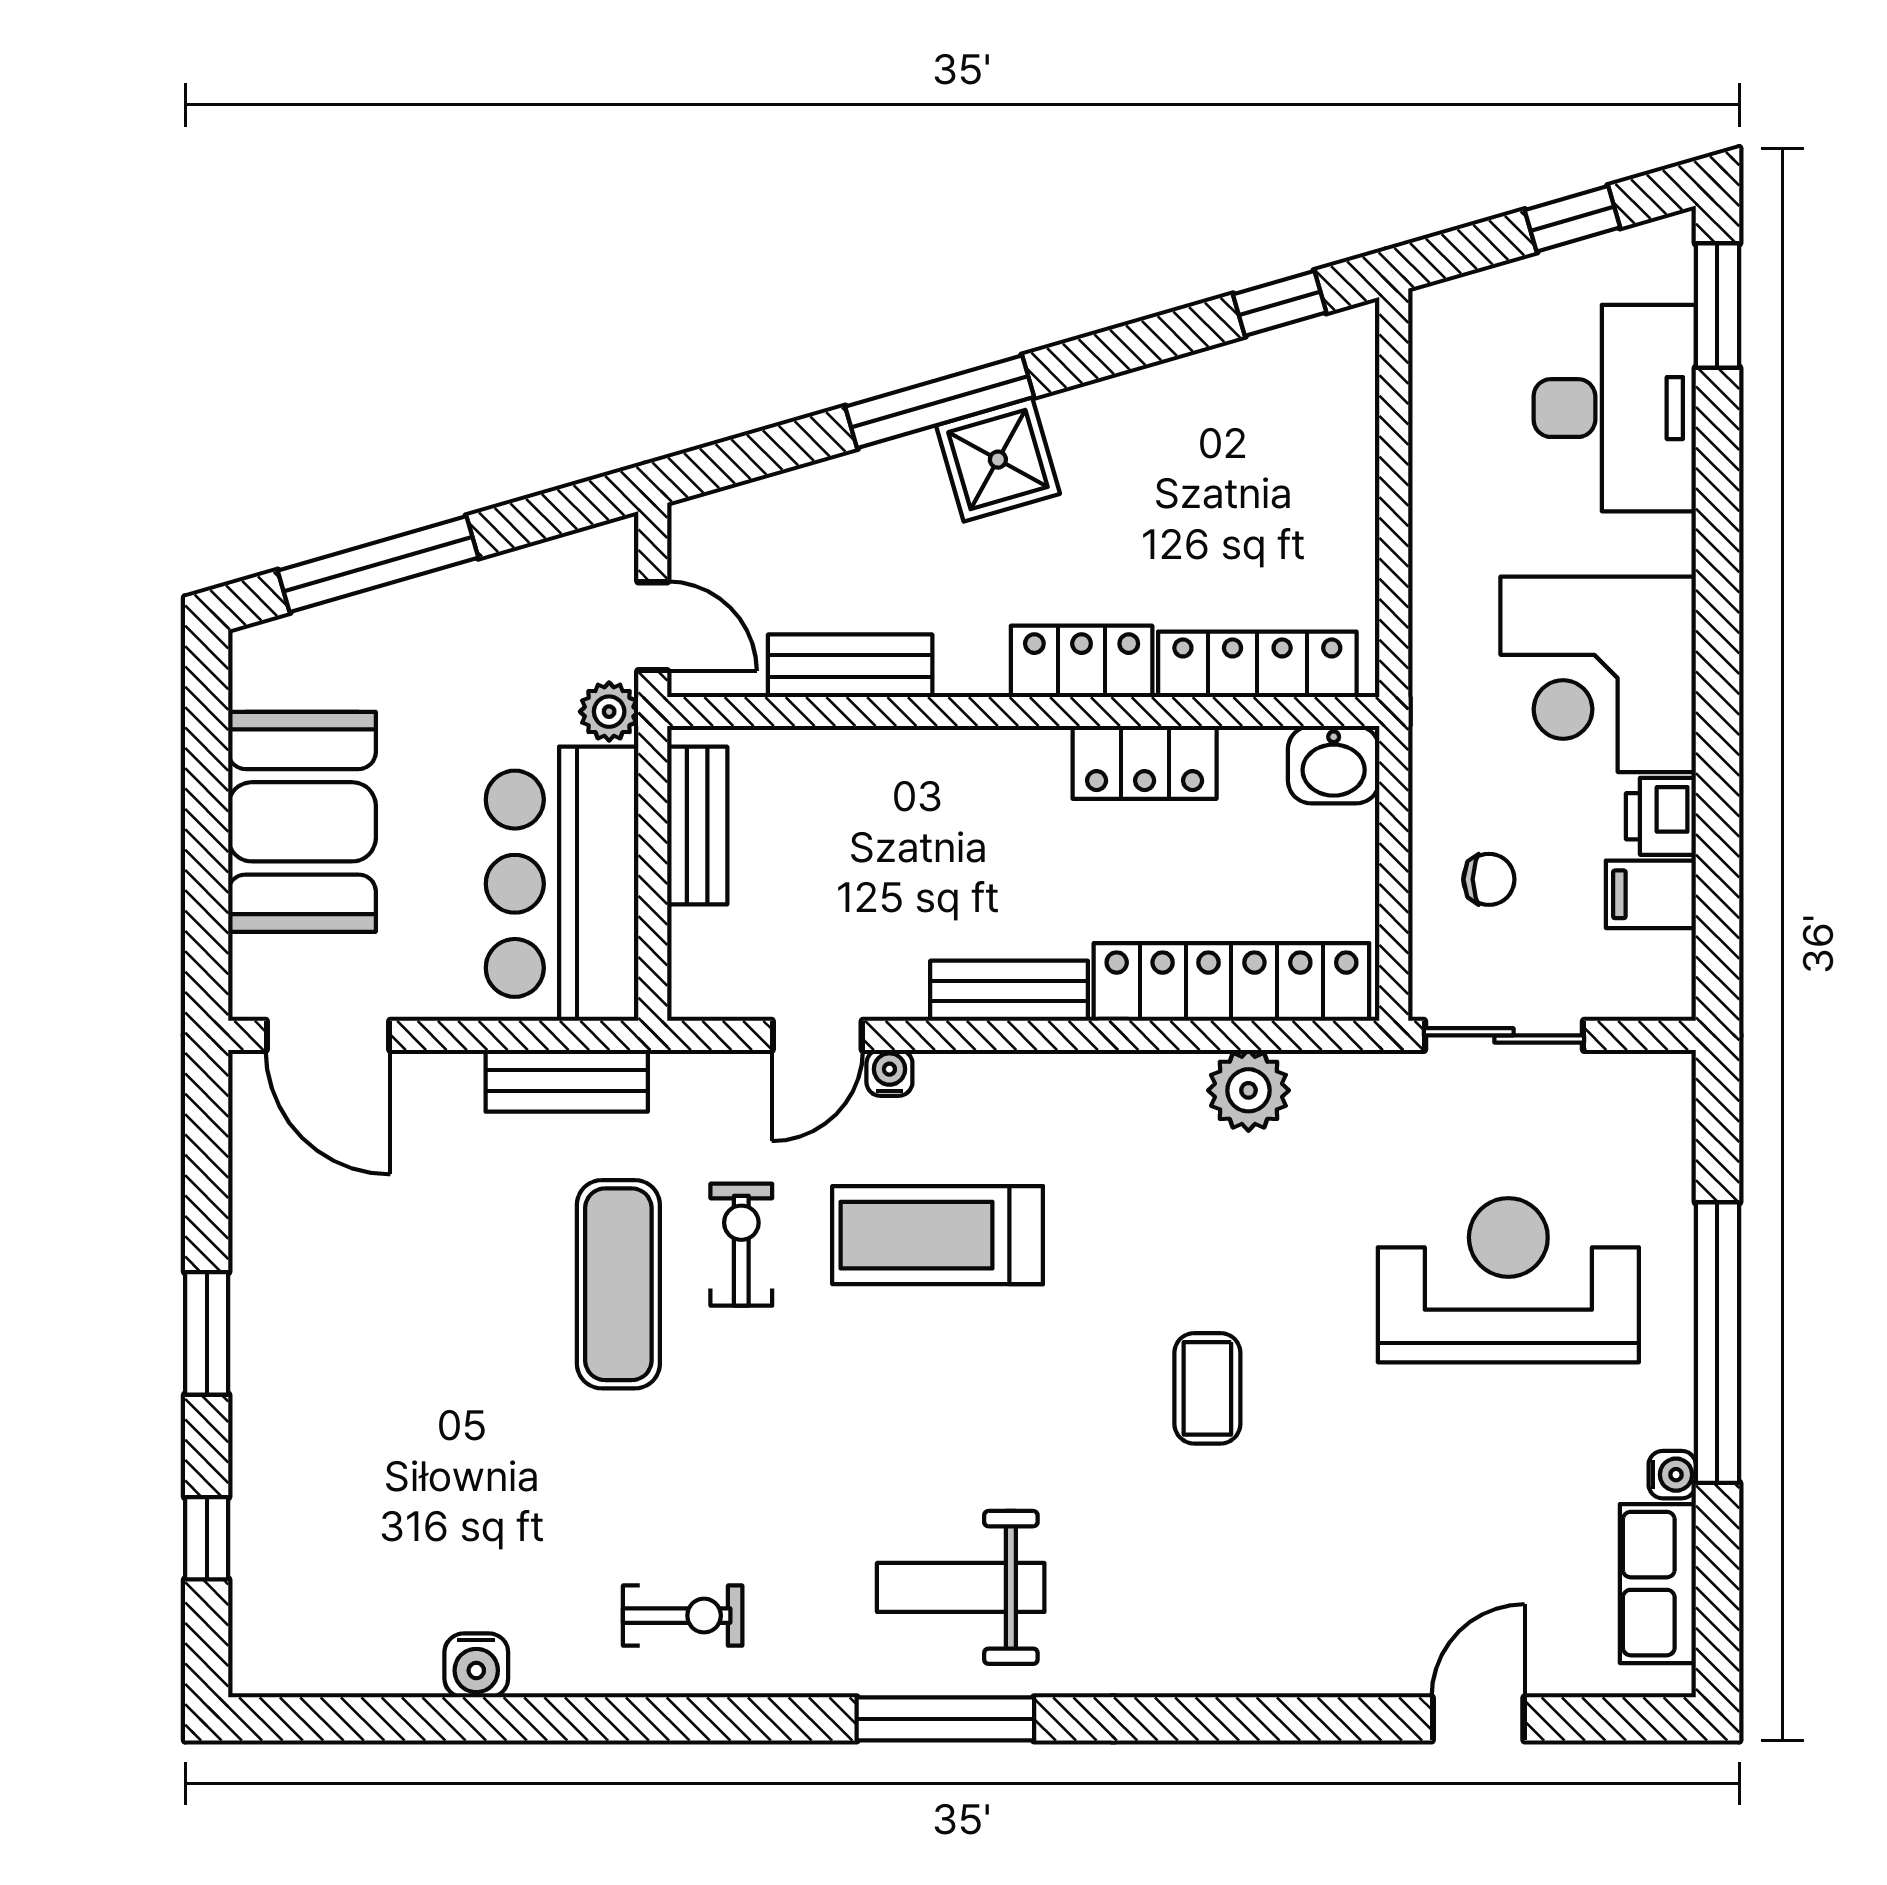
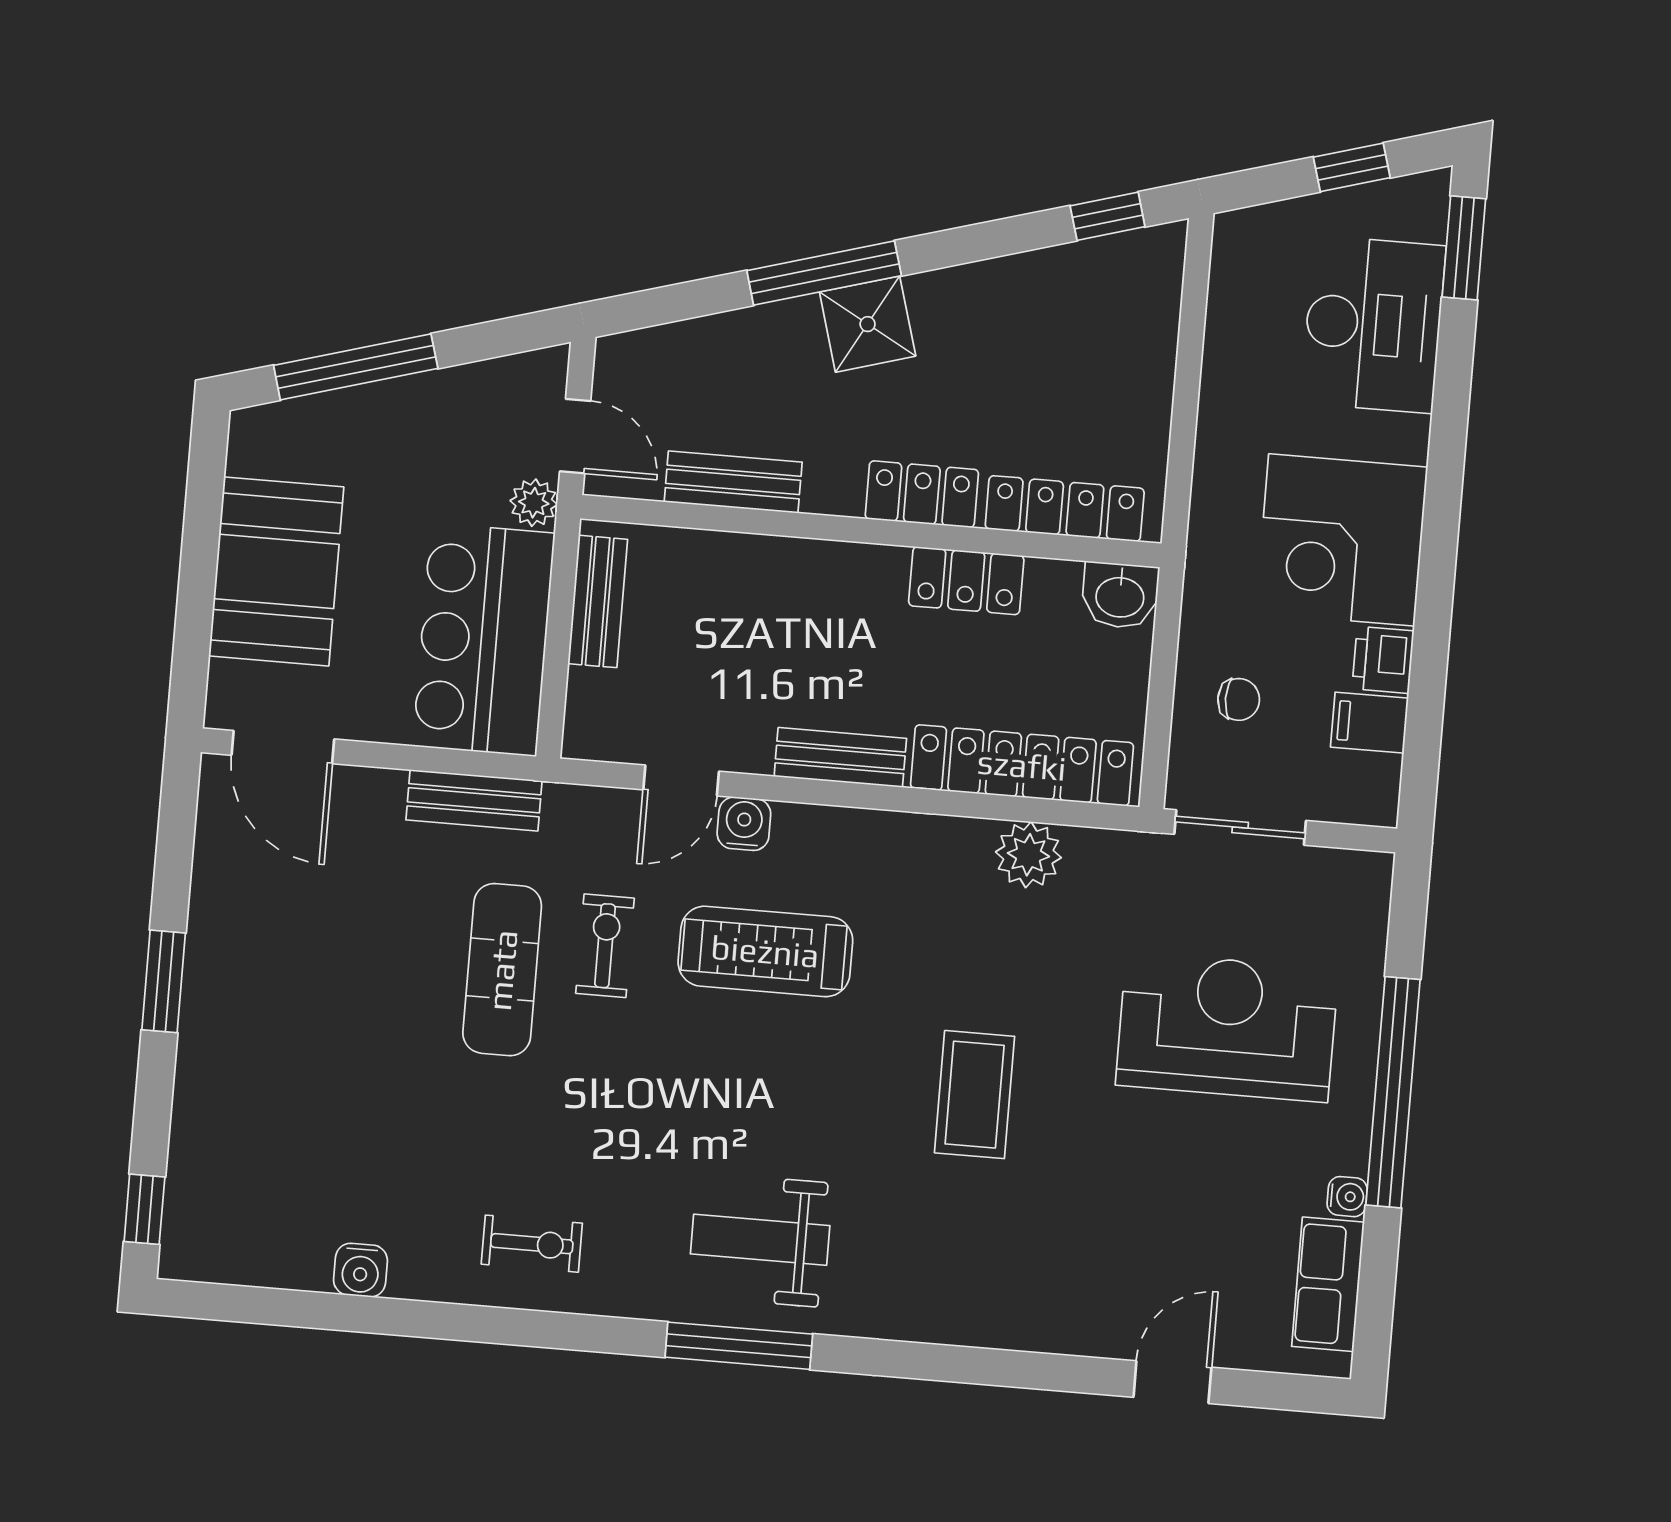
water cooler: (889, 1073) -> (744, 824), width x1.38, depth x1.38
coffee table: (1207, 1388) -> (975, 1095), width x1.36, depth x1.30
window: (207, 1538) -> (144, 1209), moved

